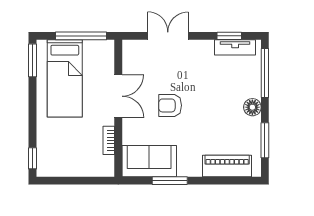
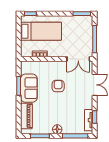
bed: (65, 78) -> (41, 31), moved, turned 180
double door: (118, 96) -> (78, 59), moved
sofa: (149, 161) -> (29, 88), moved

